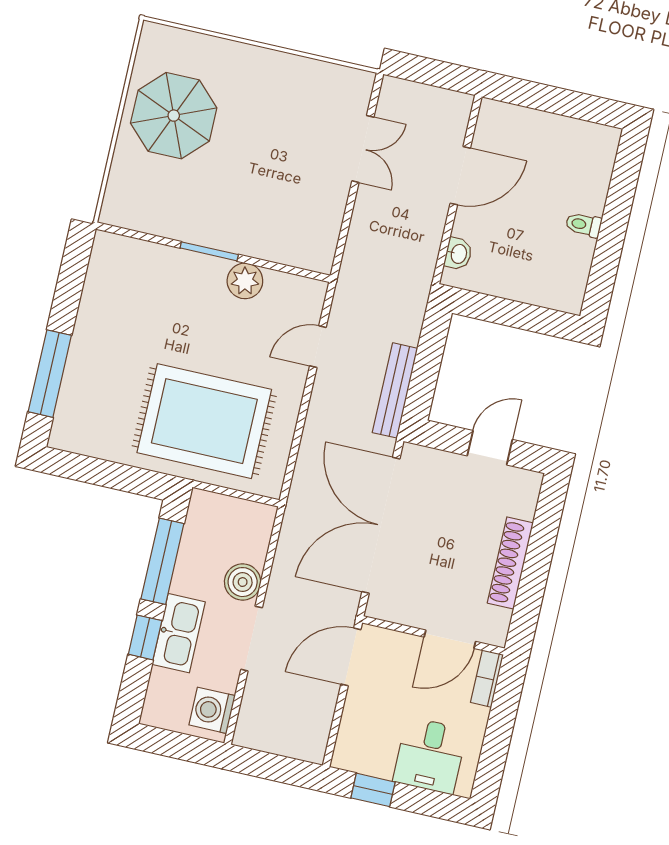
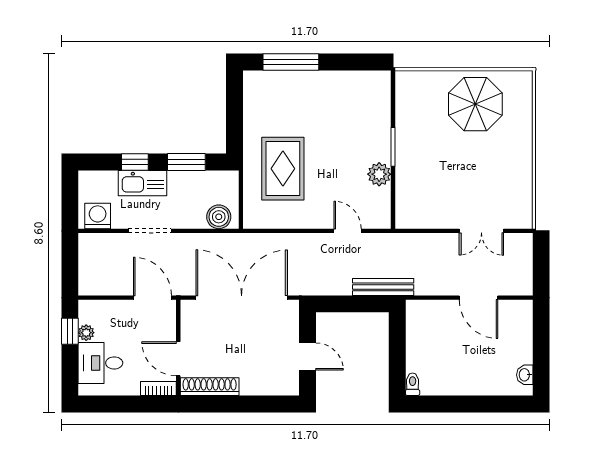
toilet: (584, 225) -> (413, 384), moved
washbasin: (458, 254) -> (525, 375), moved, turned 90
bench: (395, 390) -> (383, 287), moved
rug: (204, 421) -> (283, 169), width x0.73, depth x0.69
window: (162, 561) -> (186, 162), width x0.69
shoe rack: (510, 563) -> (210, 387), moved
boiler: (243, 582) -> (219, 217), moved
plant: (380, 766) -> (86, 333), added

